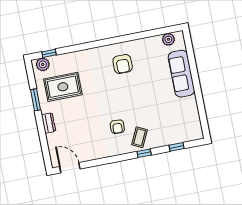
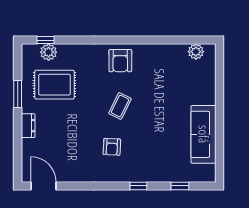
plant: (43, 64) -> (49, 52), moved
armchair: (123, 64) -> (120, 61), moved
sofa: (181, 74) -> (204, 134), moved
coffee table: (140, 137) -> (120, 106), moved

